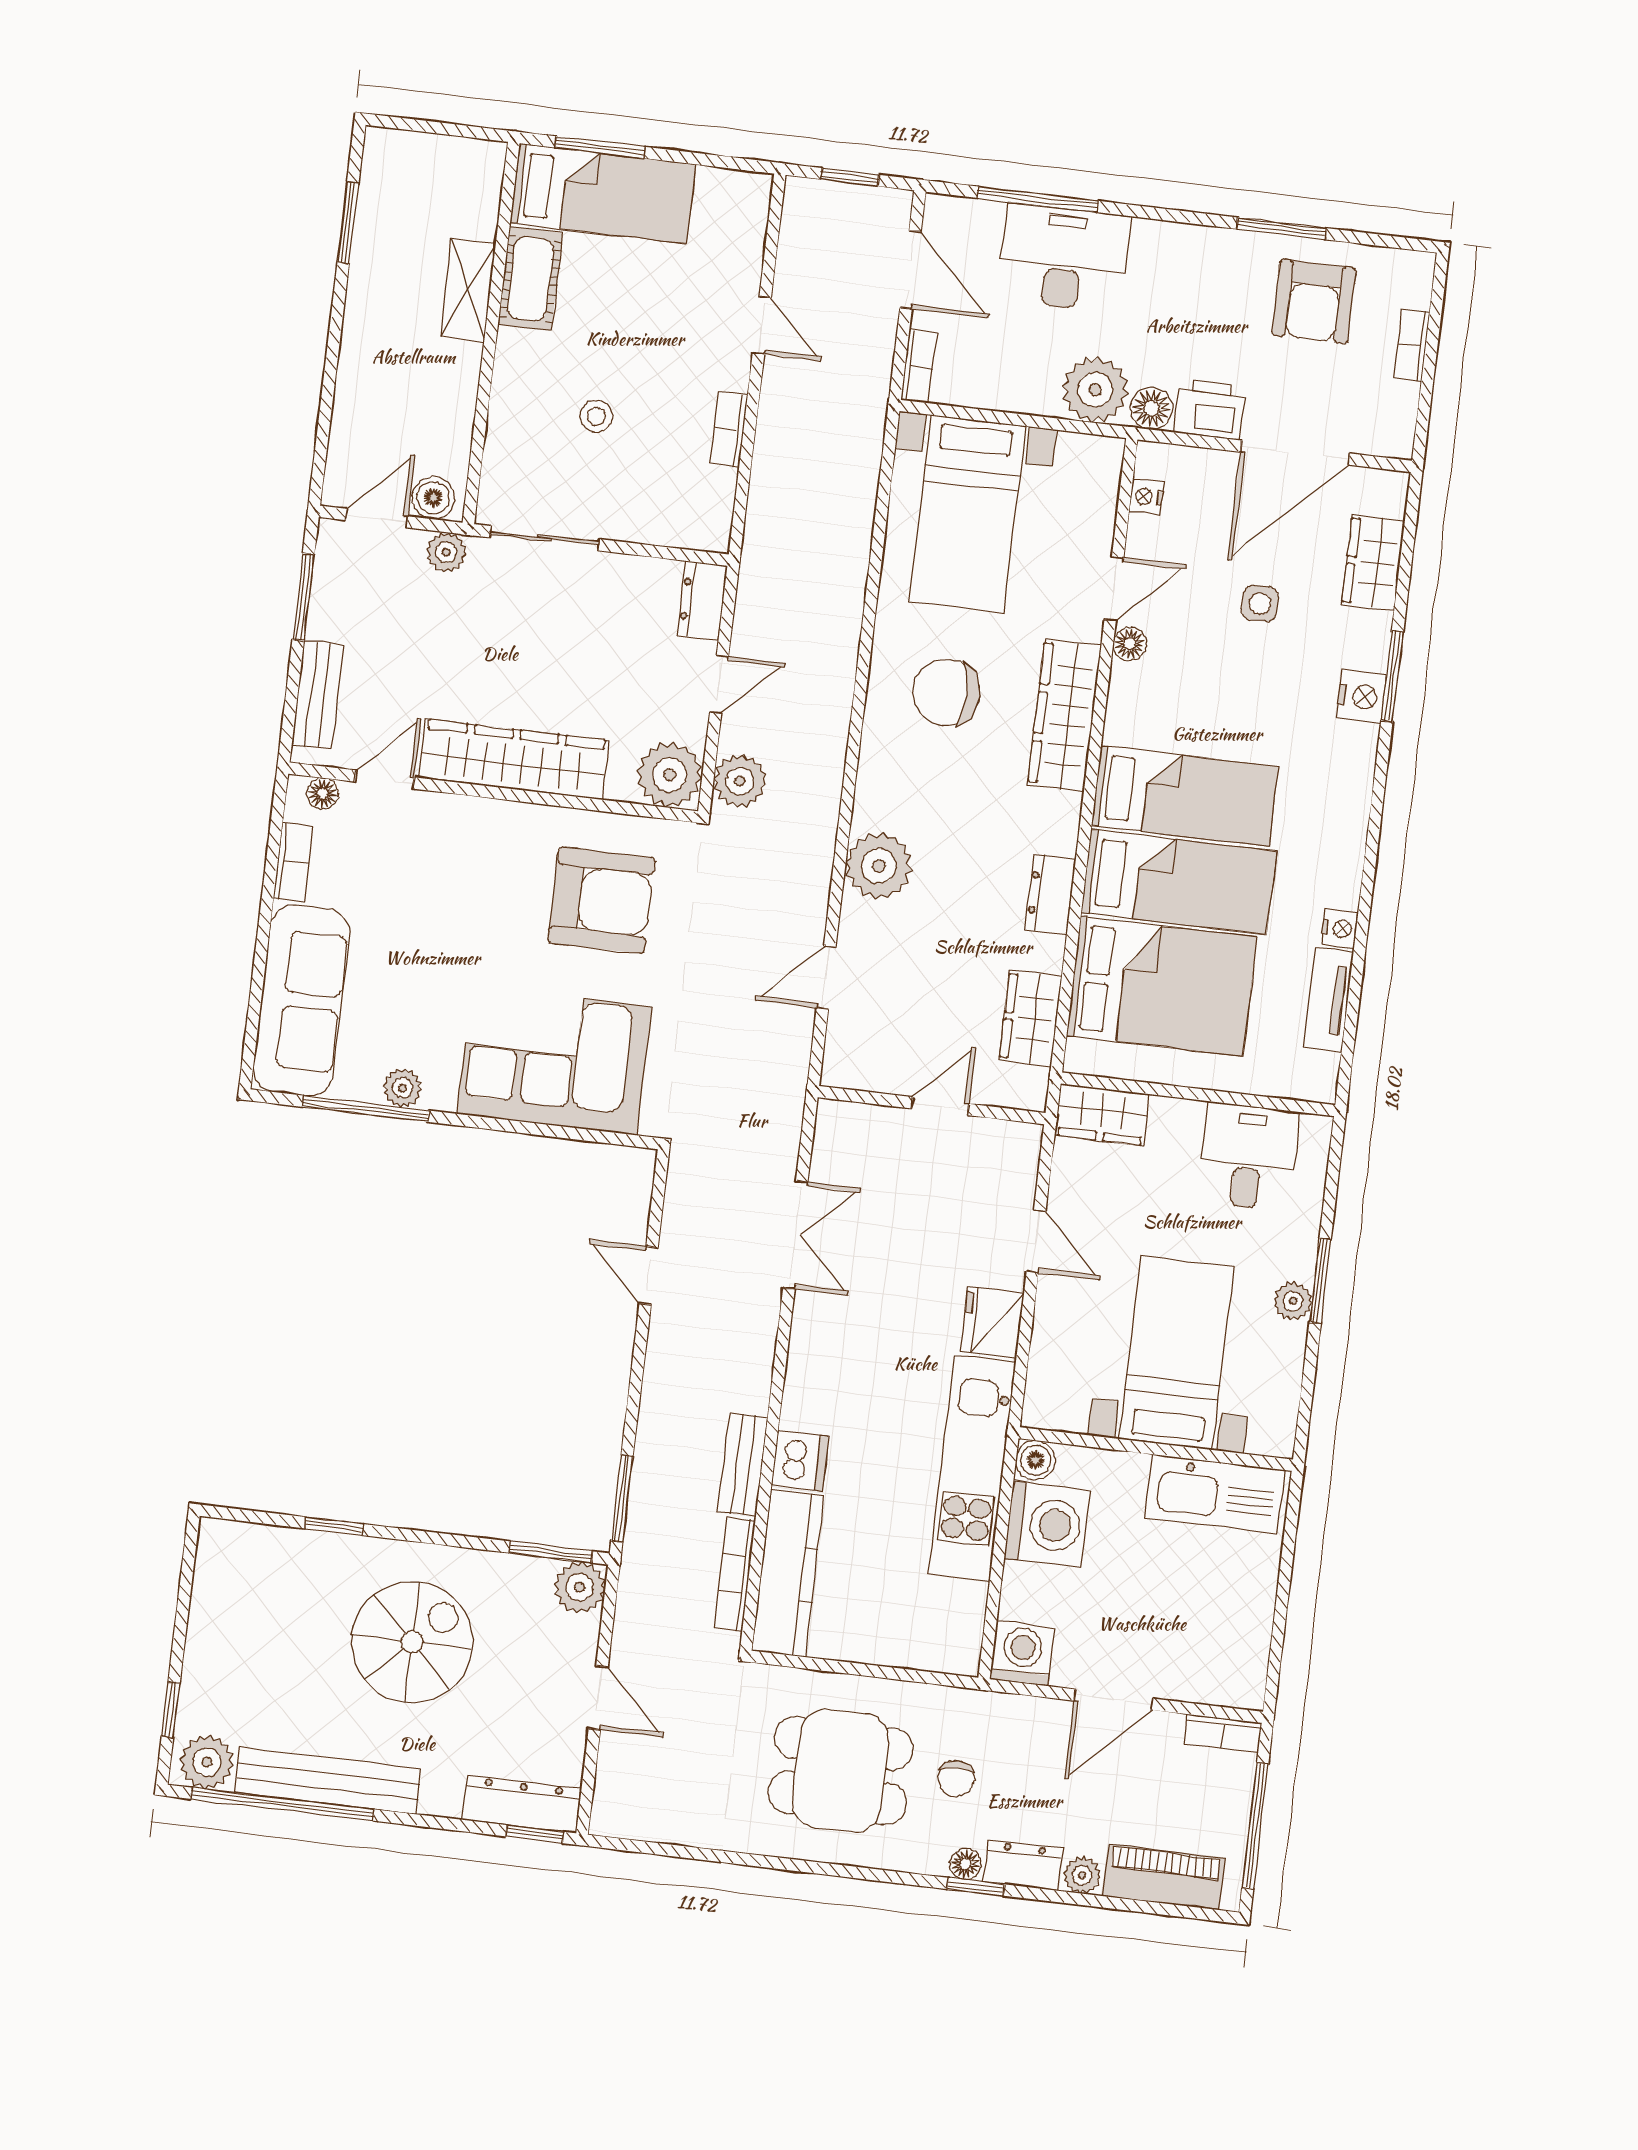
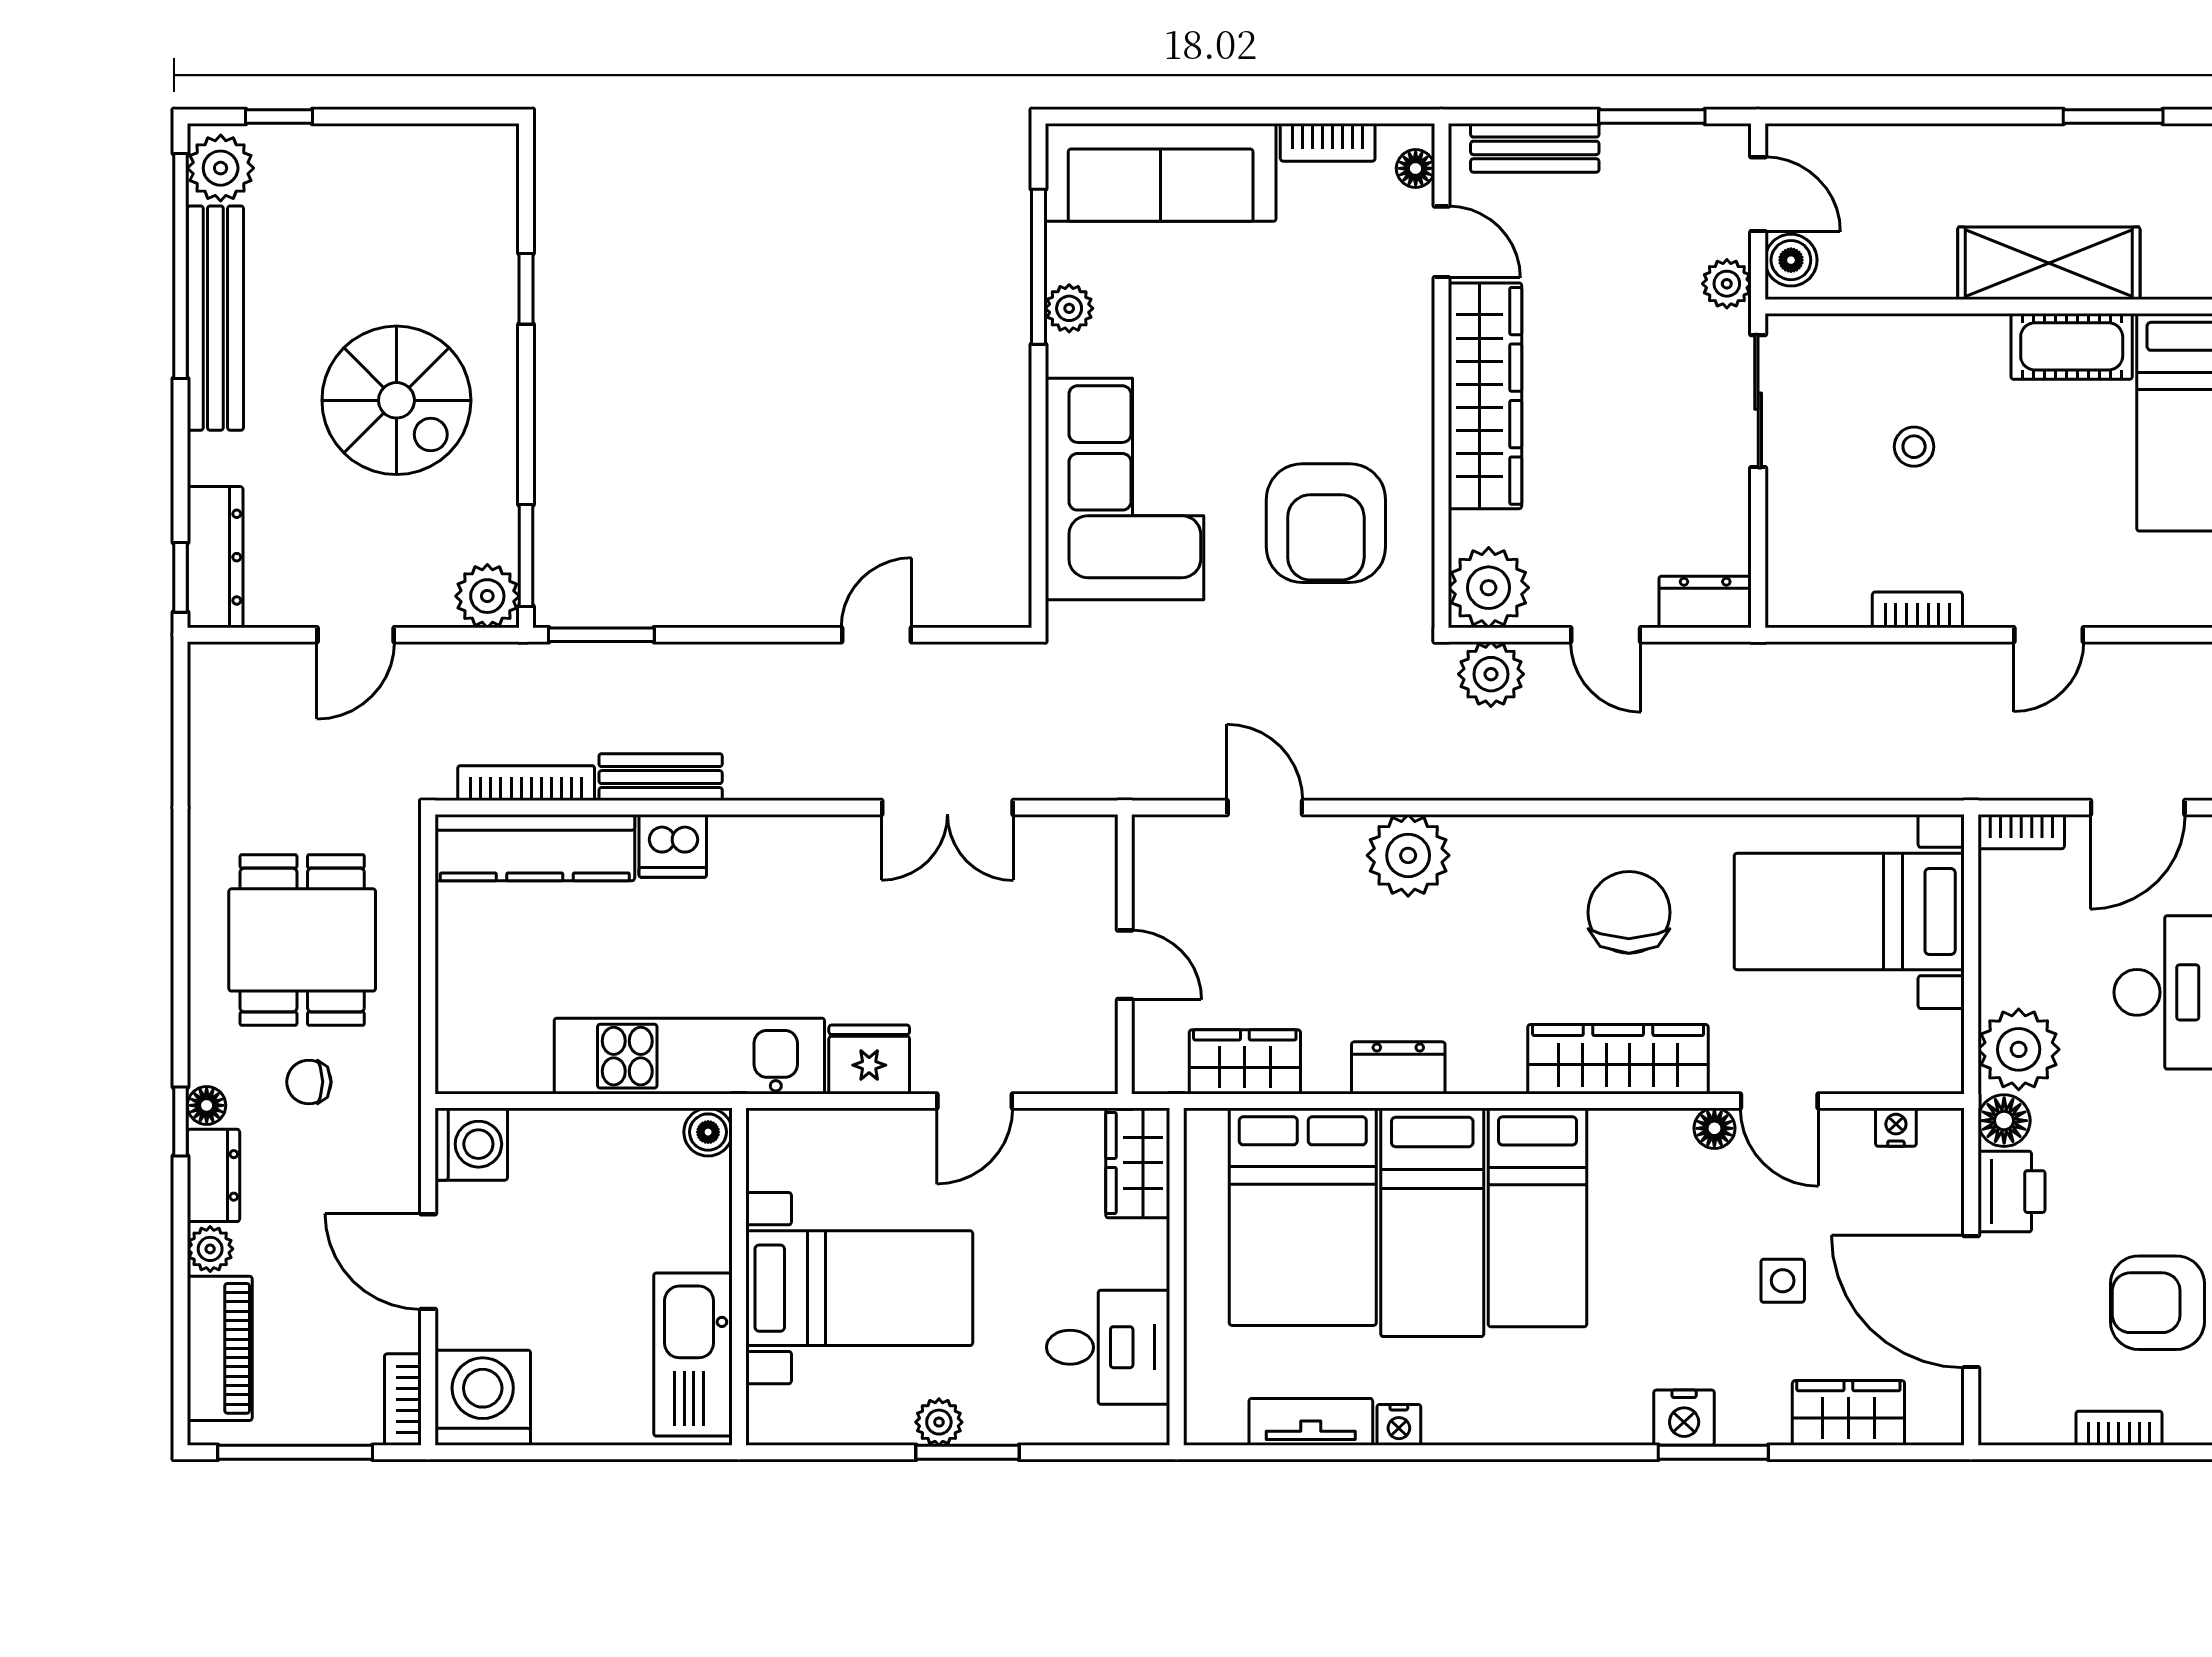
shelving: (468, 290) -> (2049, 263), width x1.50, depth x1.33
washing machine: (1047, 1524) -> (483, 1398), moved, turned 180

